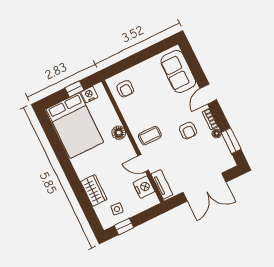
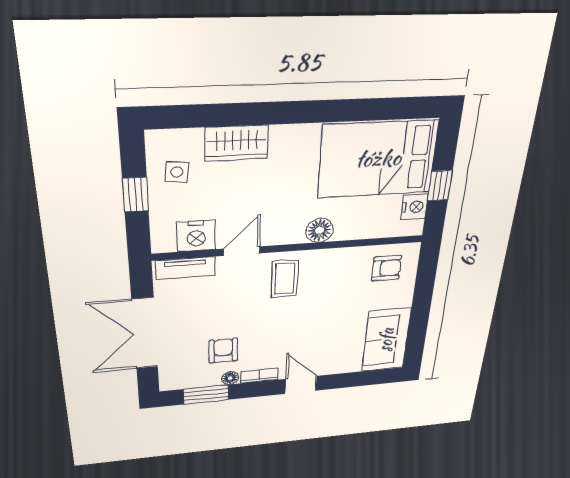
sofa: (178, 71) -> (386, 340), moved, turned -90
armchair: (125, 89) -> (387, 268), turned 180
armchair: (188, 131) -> (223, 350), moved, turned 90
window: (124, 226) -> (136, 194), moved

